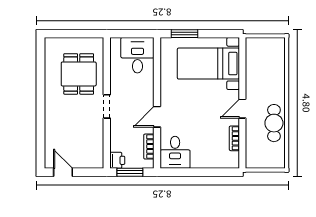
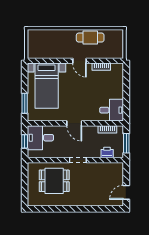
window: (133, 34) -> (25, 141), added
door: (157, 117) -> (74, 123), moved
printer: (117, 160) -> (107, 153), moved

